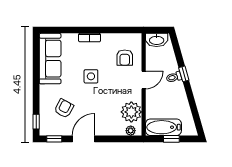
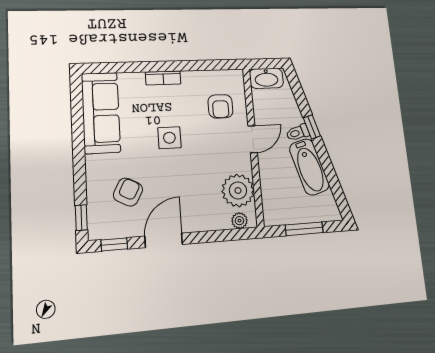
bathtub: (163, 127) -> (309, 167), moved, turned -106
window: (171, 139) -> (304, 229), width x1.50

